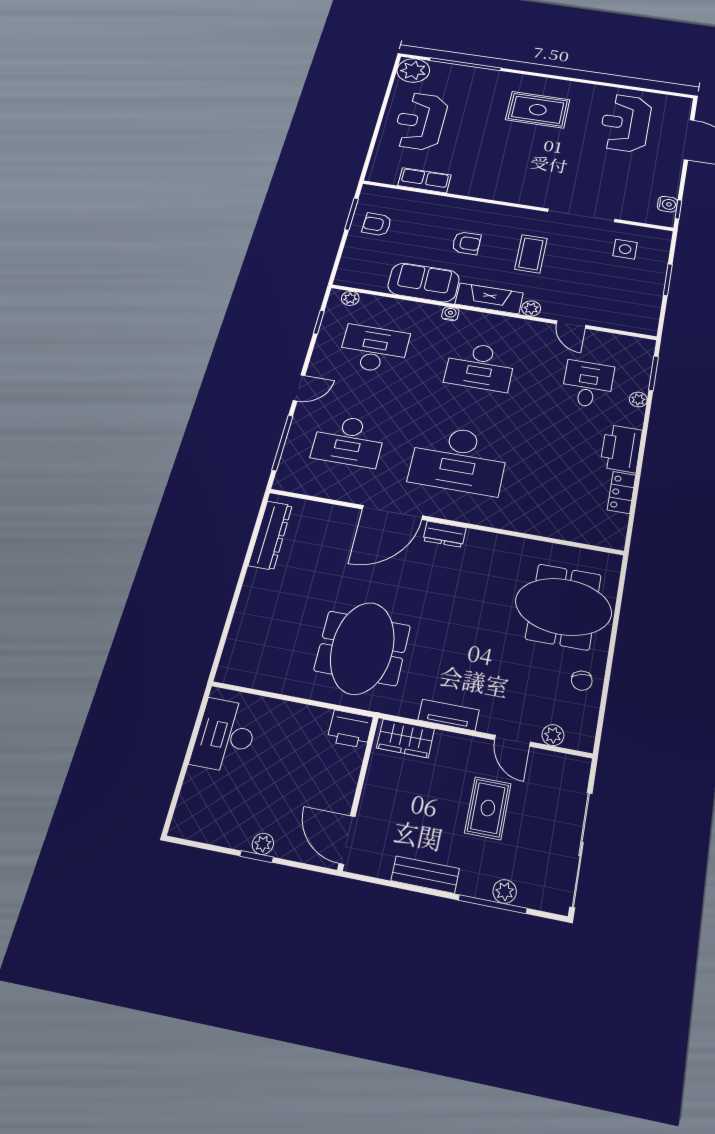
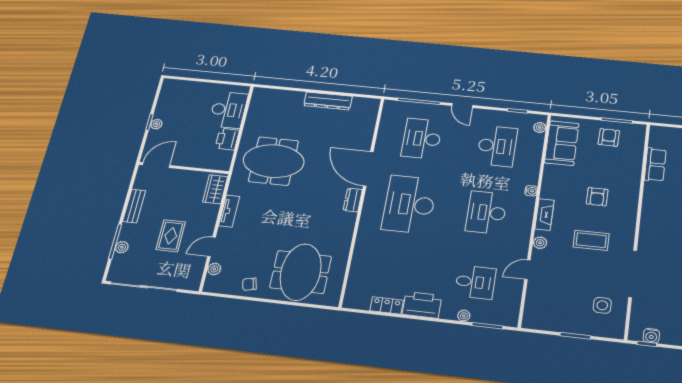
sofa: (424, 282) -> (562, 143), moved
fireplace: (489, 298) -> (545, 215), width x0.73, depth x0.76
dresser: (270, 535) -> (328, 101), moved
printer: (350, 729) -> (227, 139), moved
desk: (225, 735) -> (228, 110), moved, turned 90
rug: (488, 808) -> (171, 236), turned 90

